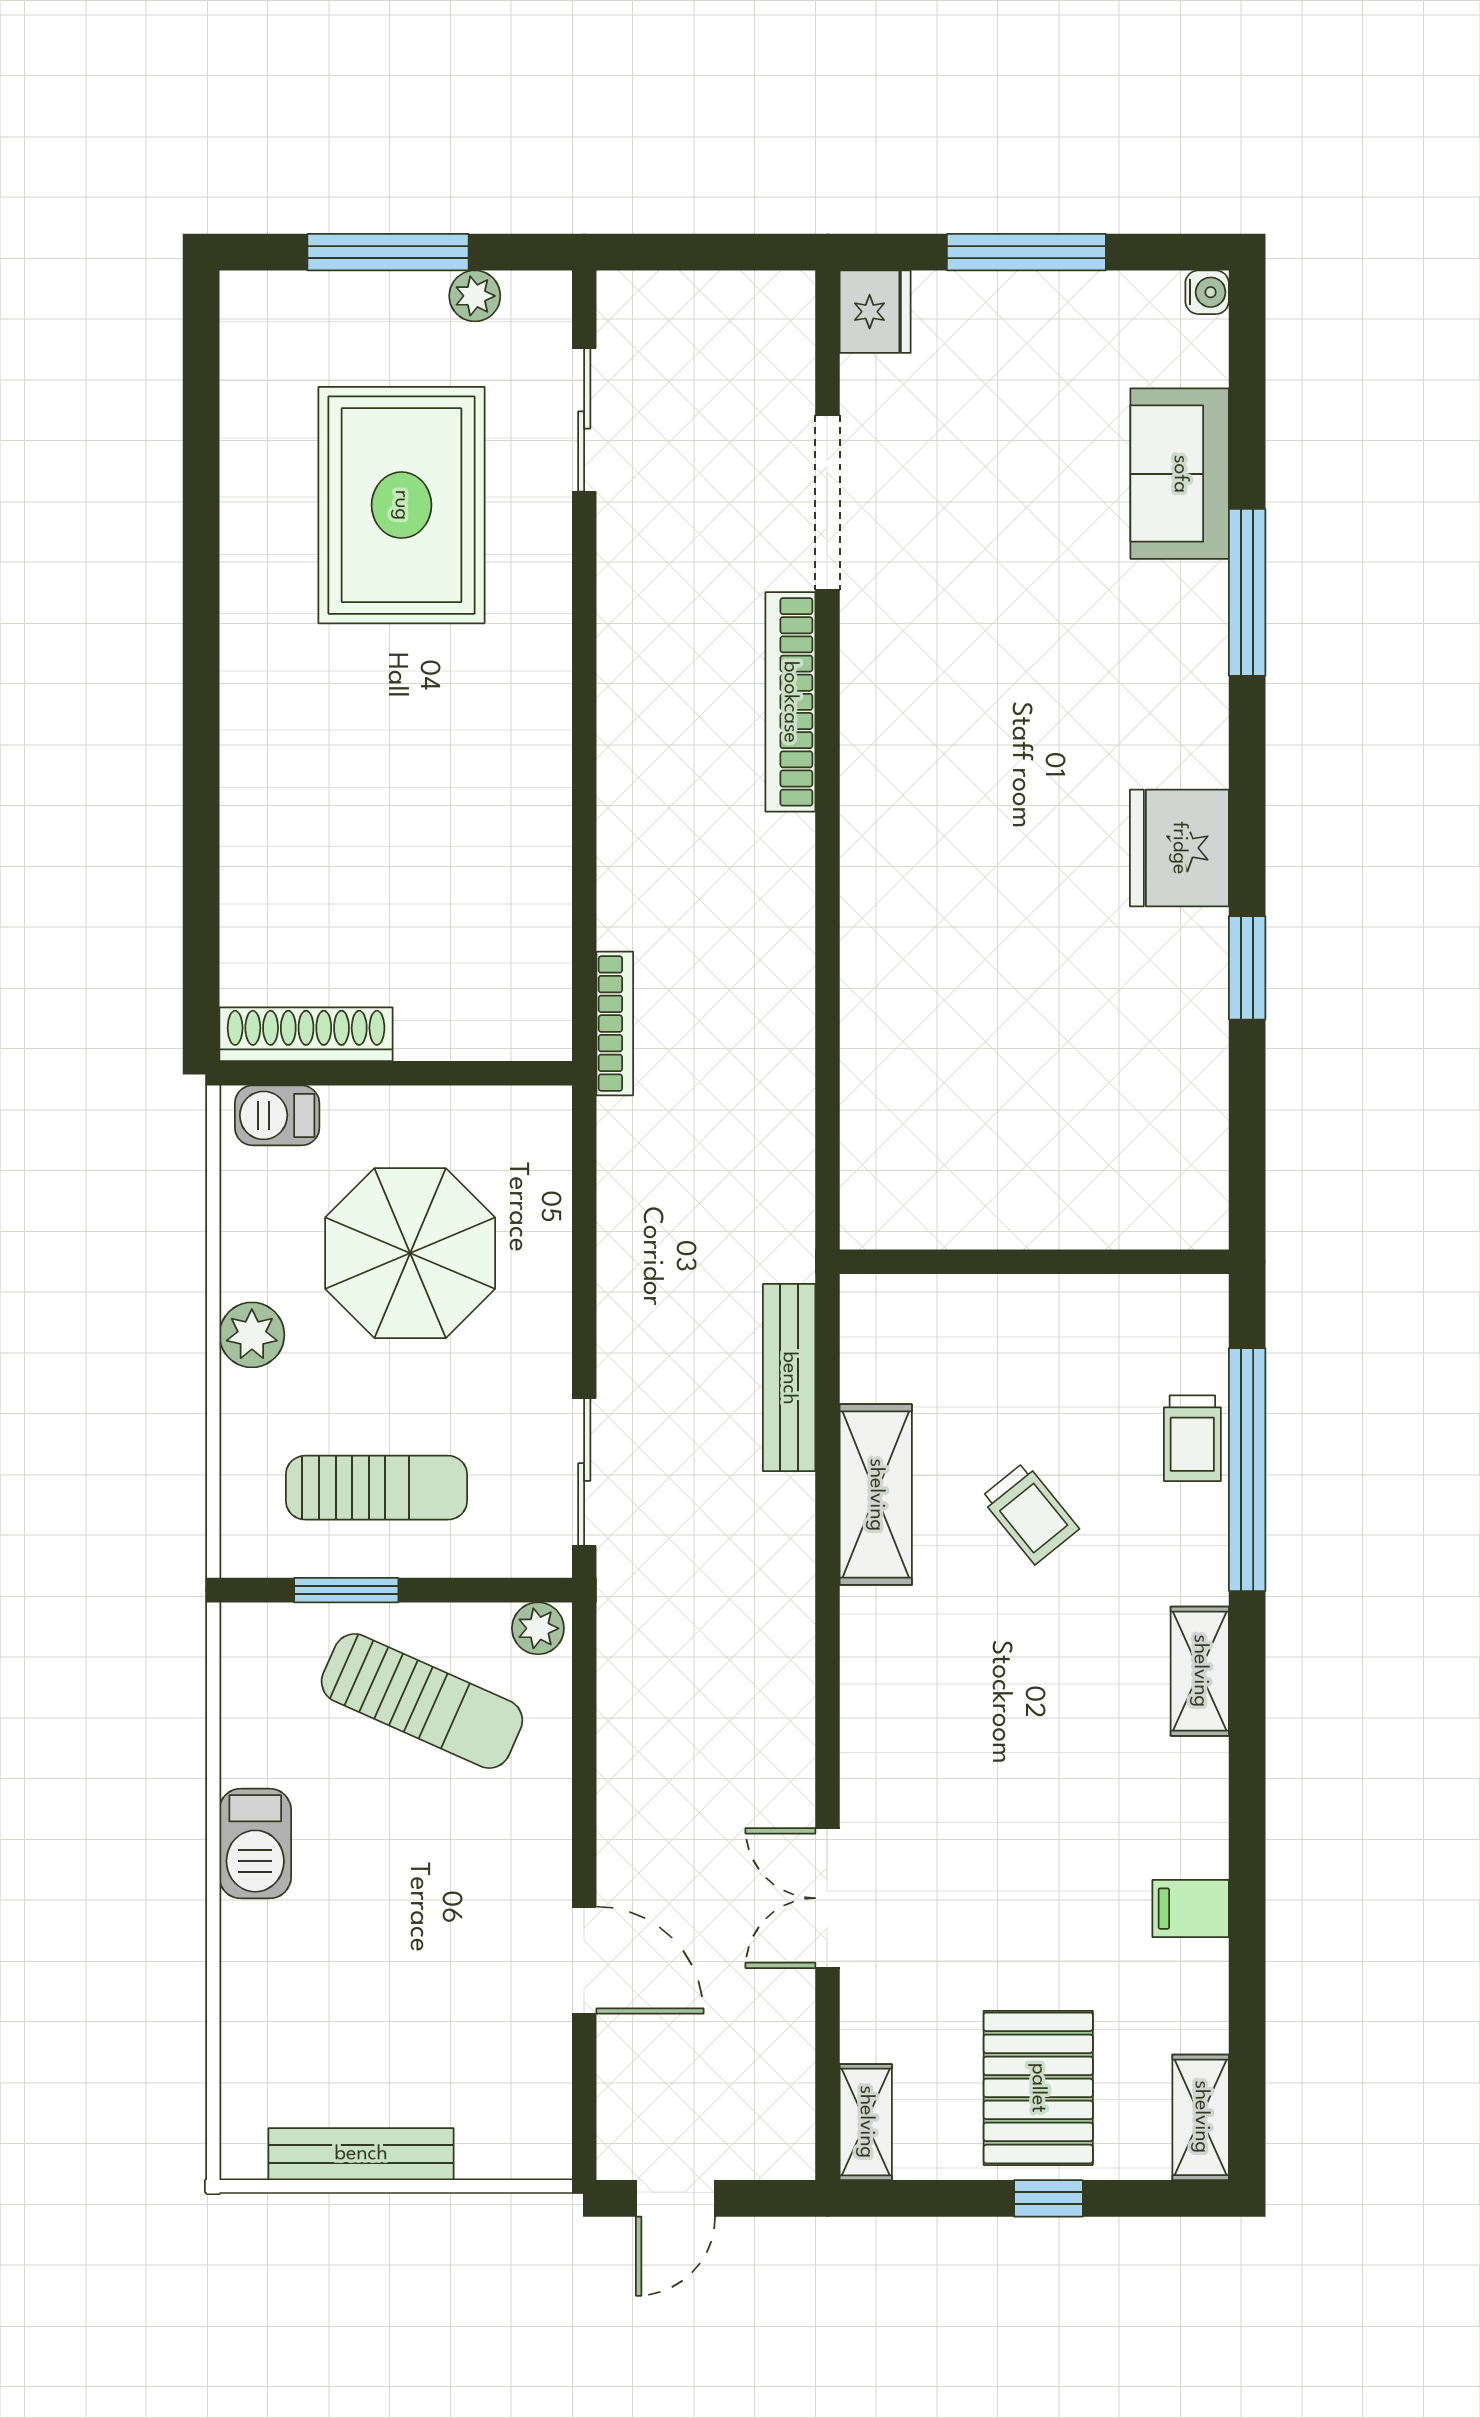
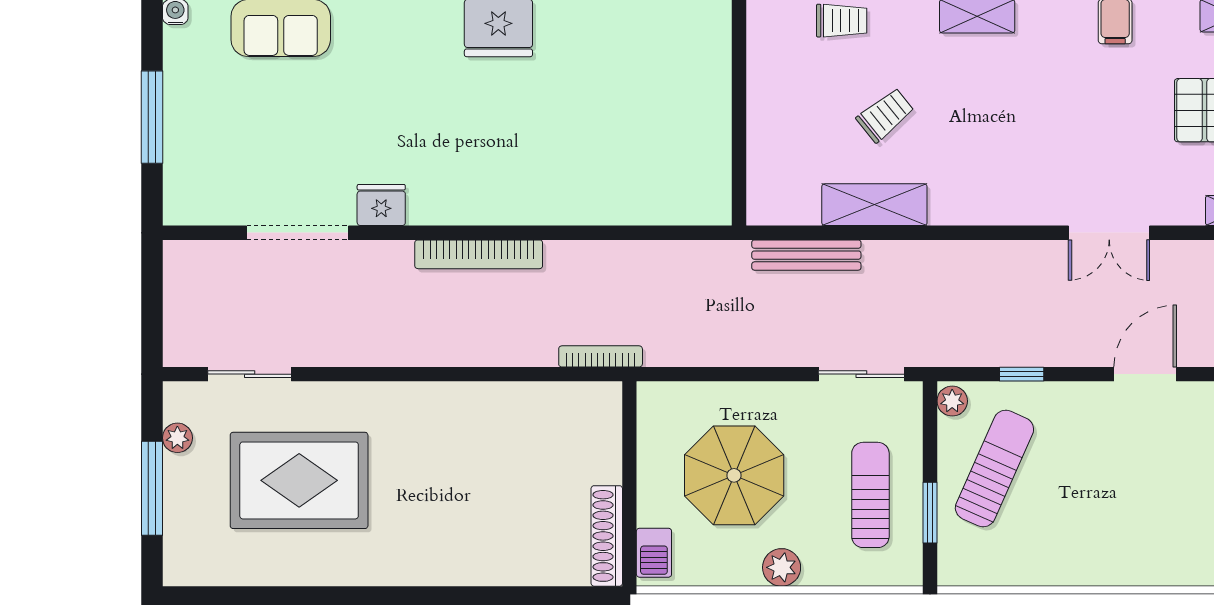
fridge: (875, 312) -> (381, 205), moved
bookcase: (790, 702) -> (479, 254), moved
window: (584, 1748) -> (1022, 374), added
barbecue: (255, 1843) -> (1077, 565), removed

